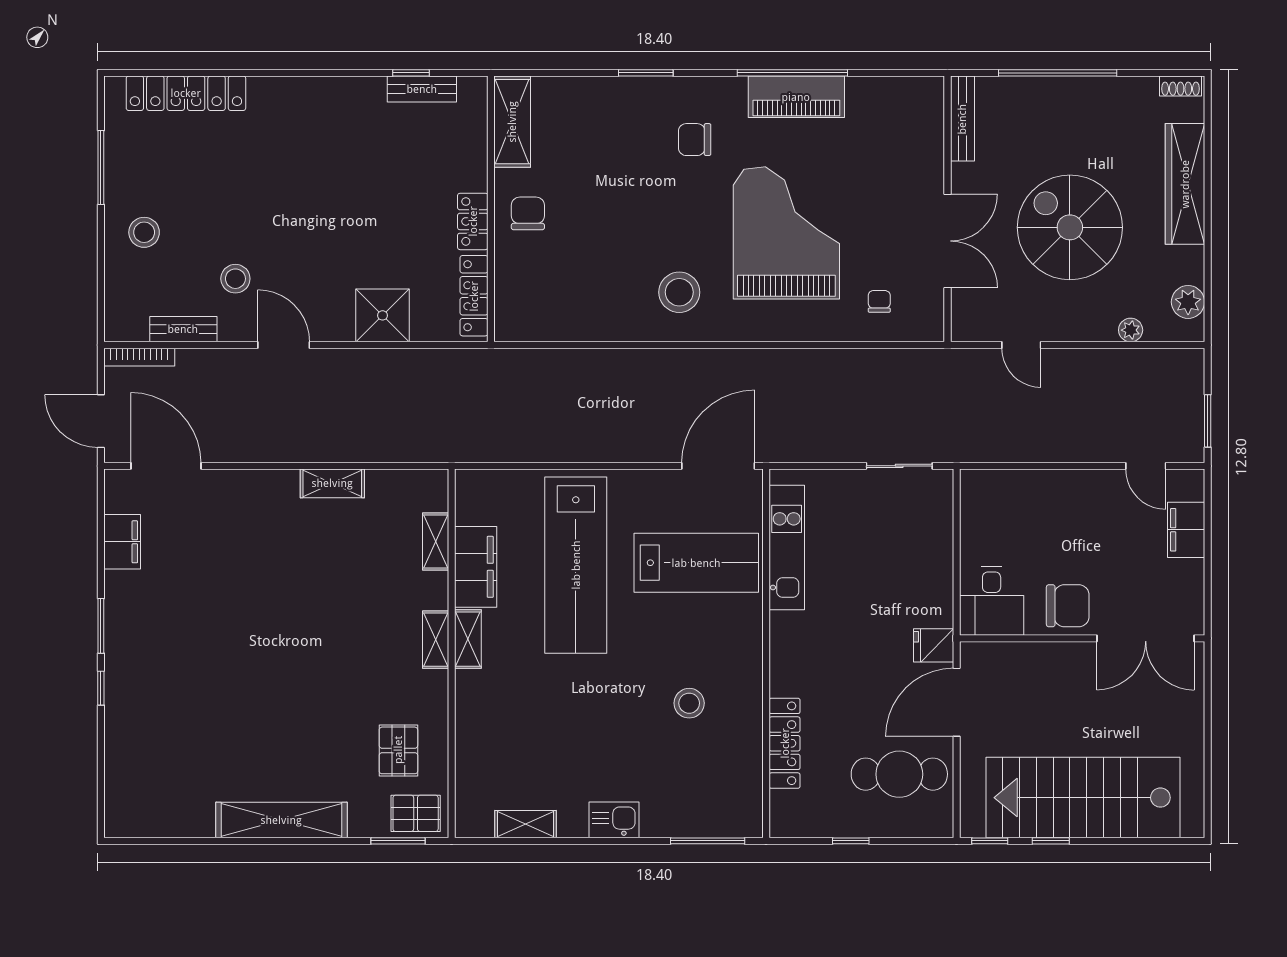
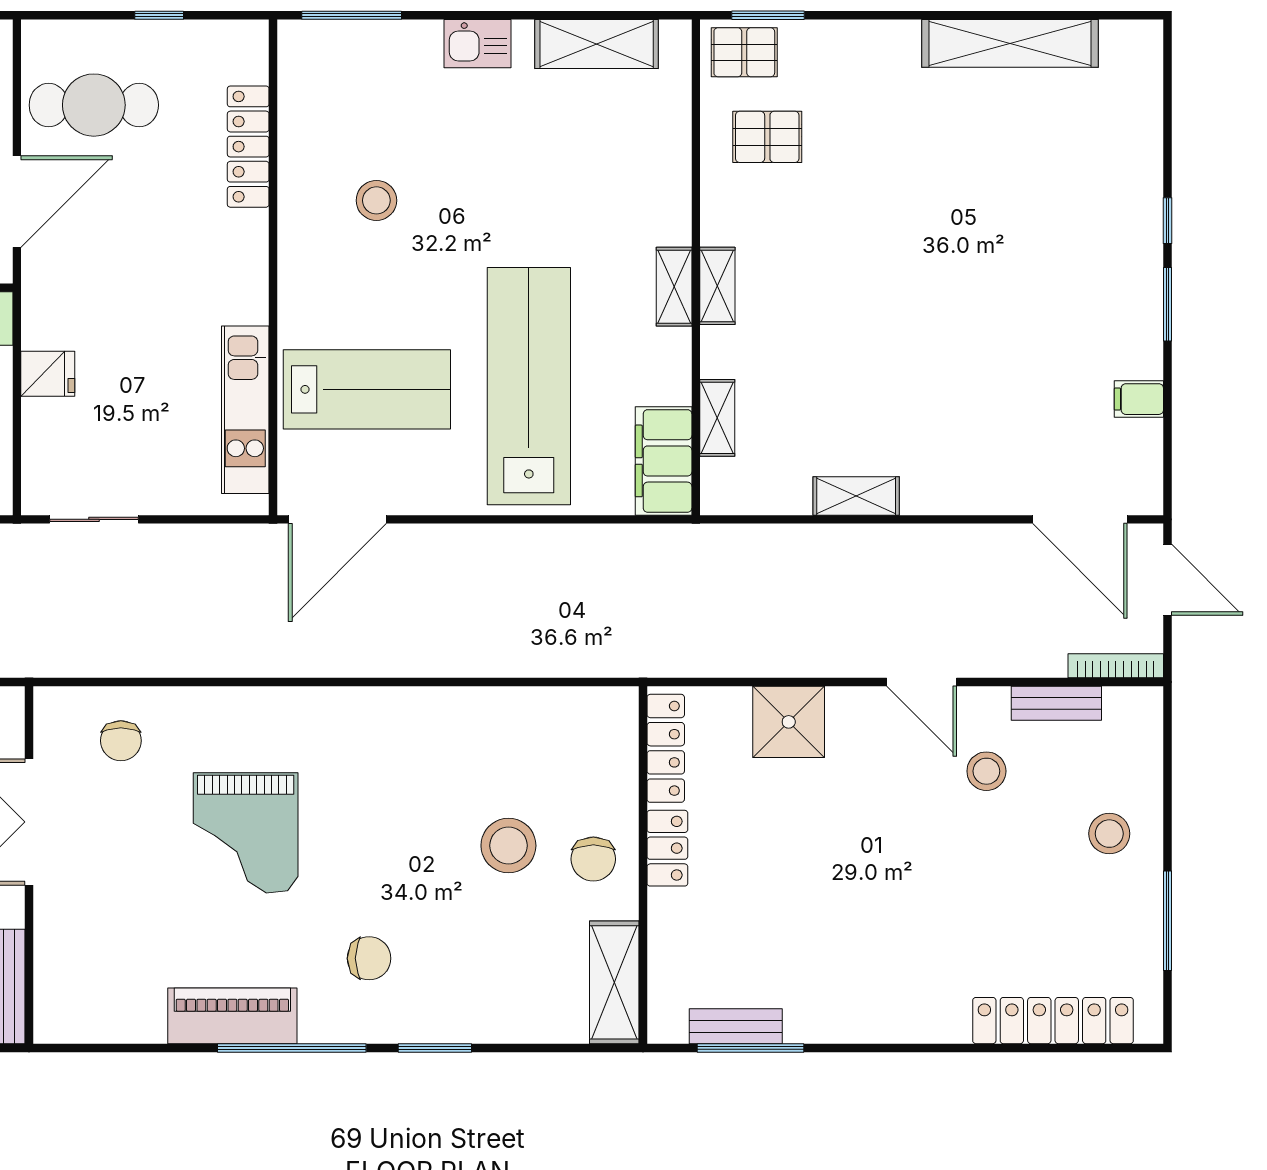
window: (411, 73) -> (750, 1048), width x2.17
window: (792, 73) -> (292, 1048), moved
grand piano: (786, 233) -> (246, 833), width x0.73, depth x0.68
stool: (679, 292) -> (508, 846), moved
chair: (879, 301) -> (121, 741), width x1.37, depth x1.37
filing cabinet: (122, 542) -> (1139, 399), width x0.50
lab bench: (696, 563) -> (367, 389), turned 180
filing cabinet: (476, 567) -> (664, 461), moved
fridge: (934, 645) -> (48, 374), moved
pallet: (398, 750) -> (767, 137), turned 90
shelving: (281, 820) -> (1010, 43), moved
shelving: (525, 824) -> (597, 44), width x1.50, depth x1.33

